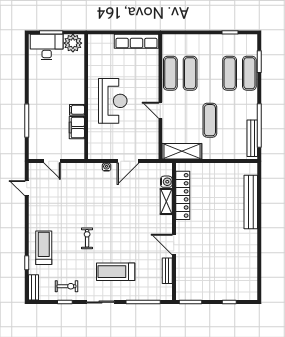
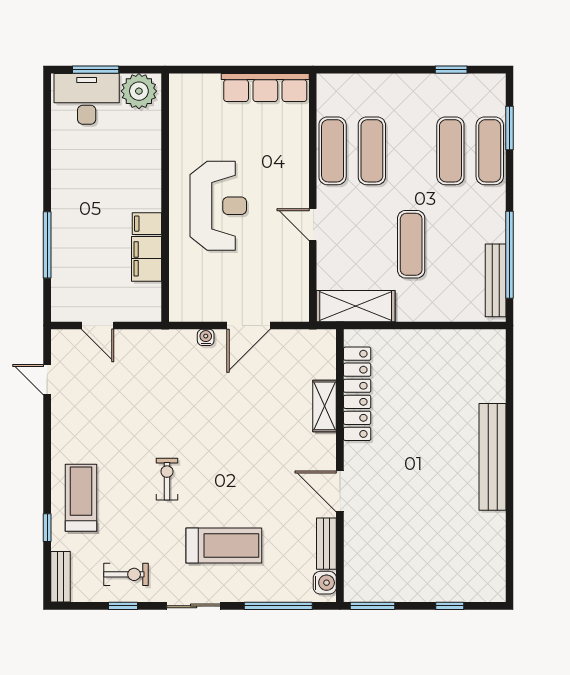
water cooler: (166, 182) -> (325, 583), moved
bench: (251, 202) -> (493, 457), moved
treadmill: (116, 272) -> (224, 545), turned 180

